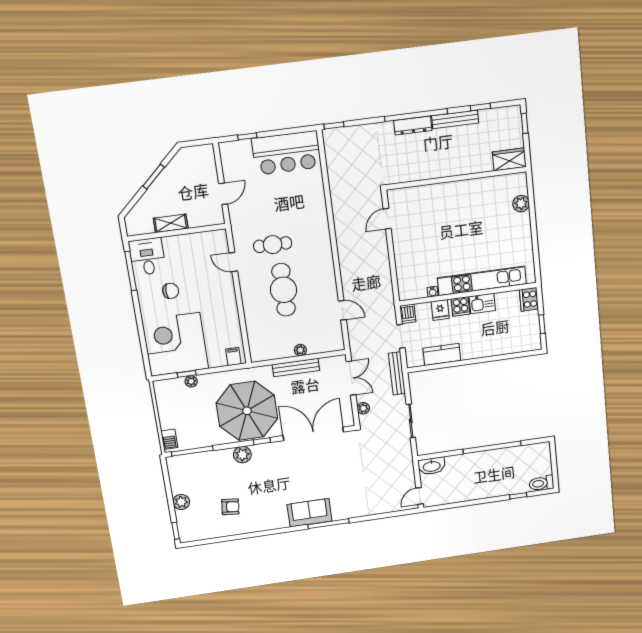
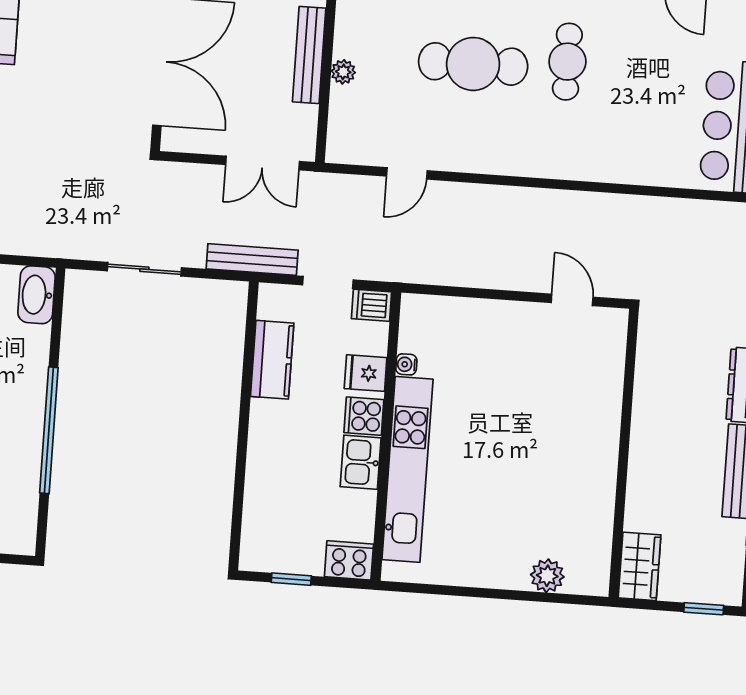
plant: (363, 408) -> (193, 176), removed

